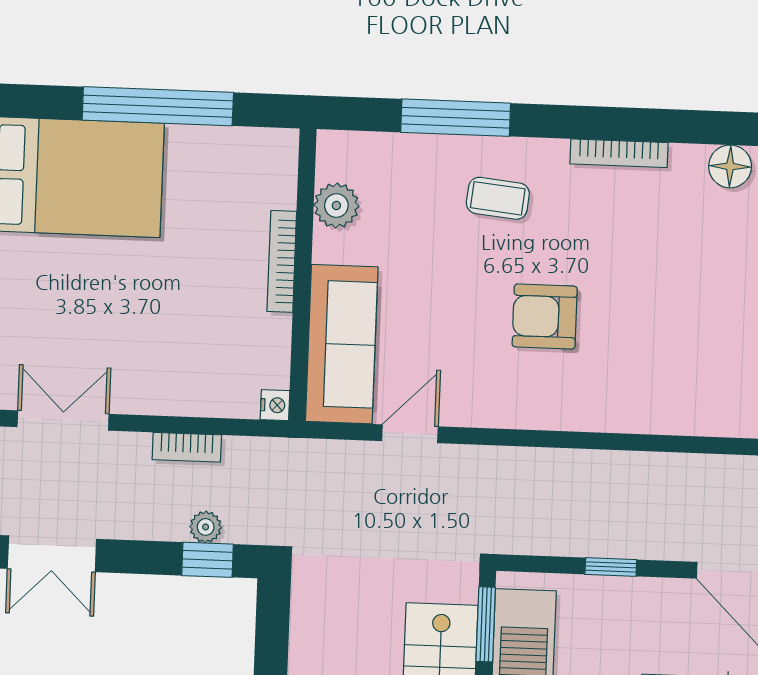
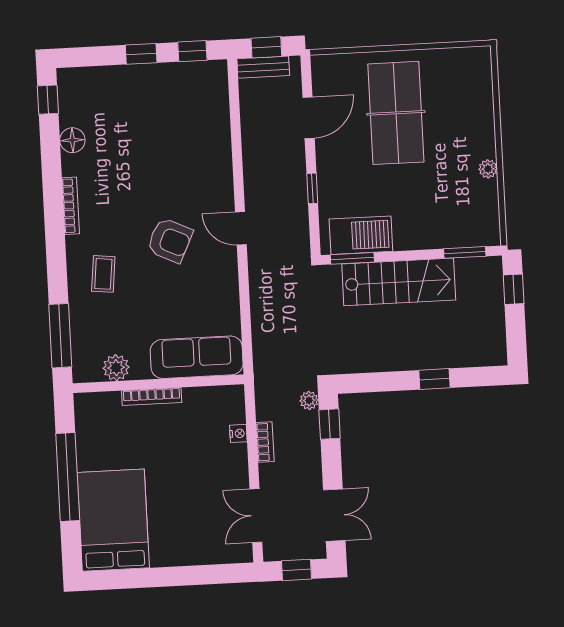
window: (456, 118) -> (60, 336), moved
armchair: (545, 317) -> (170, 240), turned -65
nightstand: (275, 405) -> (238, 433), moved, turned 90
door: (410, 434) -> (241, 228), moved
plant: (206, 527) -> (309, 400), moved

